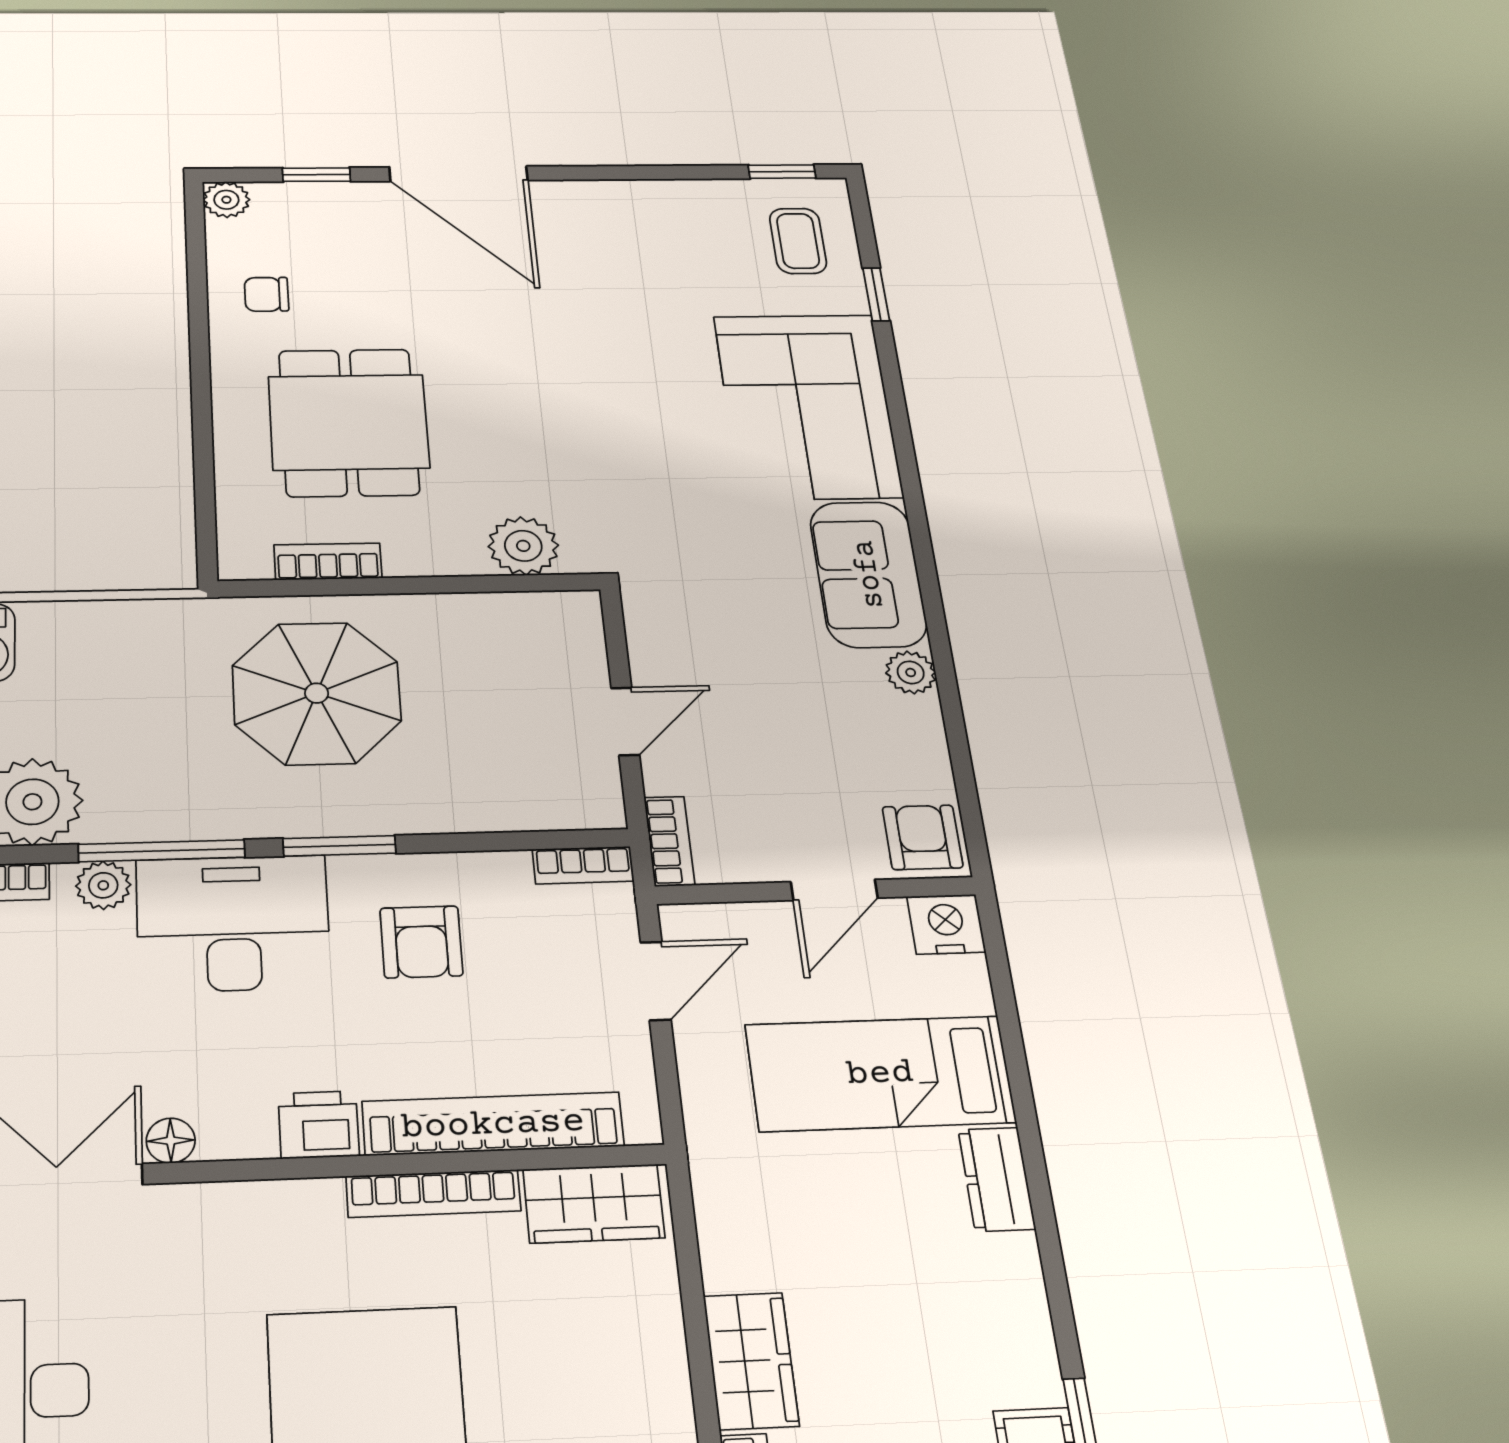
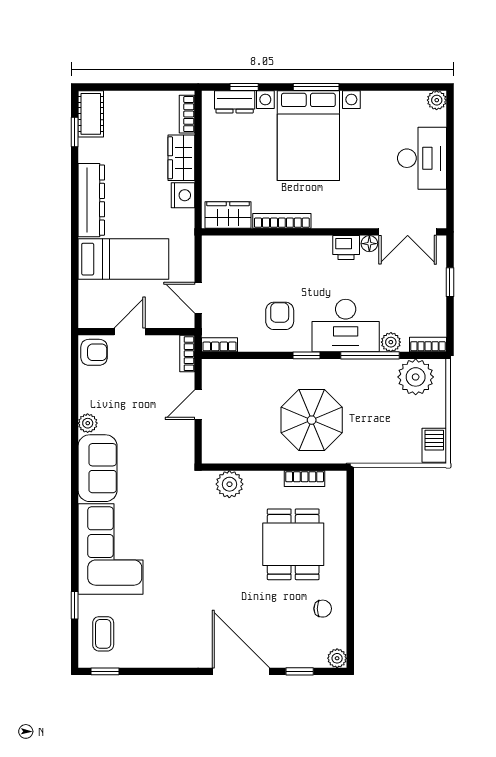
armchair: (923, 837) -> (94, 352), turned -90
window: (339, 846) -> (307, 355), width x0.67
nightstand: (946, 924) -> (183, 195), moved, turned -90
door: (656, 981) -> (198, 298), hinge flipped
bookcase: (493, 1124) -> (260, 245), removed
printer: (319, 1125) -> (346, 247), moved
dresser: (997, 1179) -> (91, 200), width x1.96, depth x1.24

